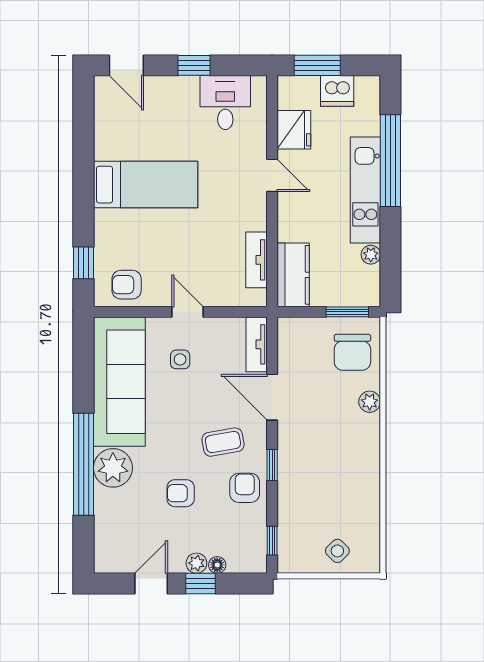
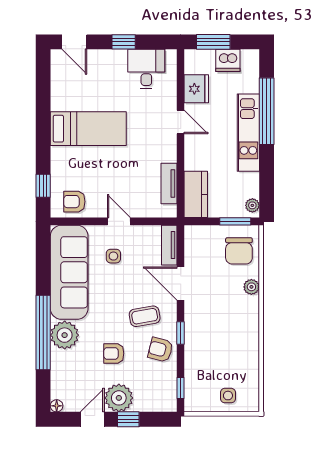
plant: (371, 255) -> (252, 205), moved
armchair: (245, 488) -> (160, 350), turned -76
side table: (337, 551) -> (228, 396), turned 45
plant: (196, 563) -> (119, 398), width x1.88, depth x1.88
floor lamp: (217, 565) -> (57, 406), moved

